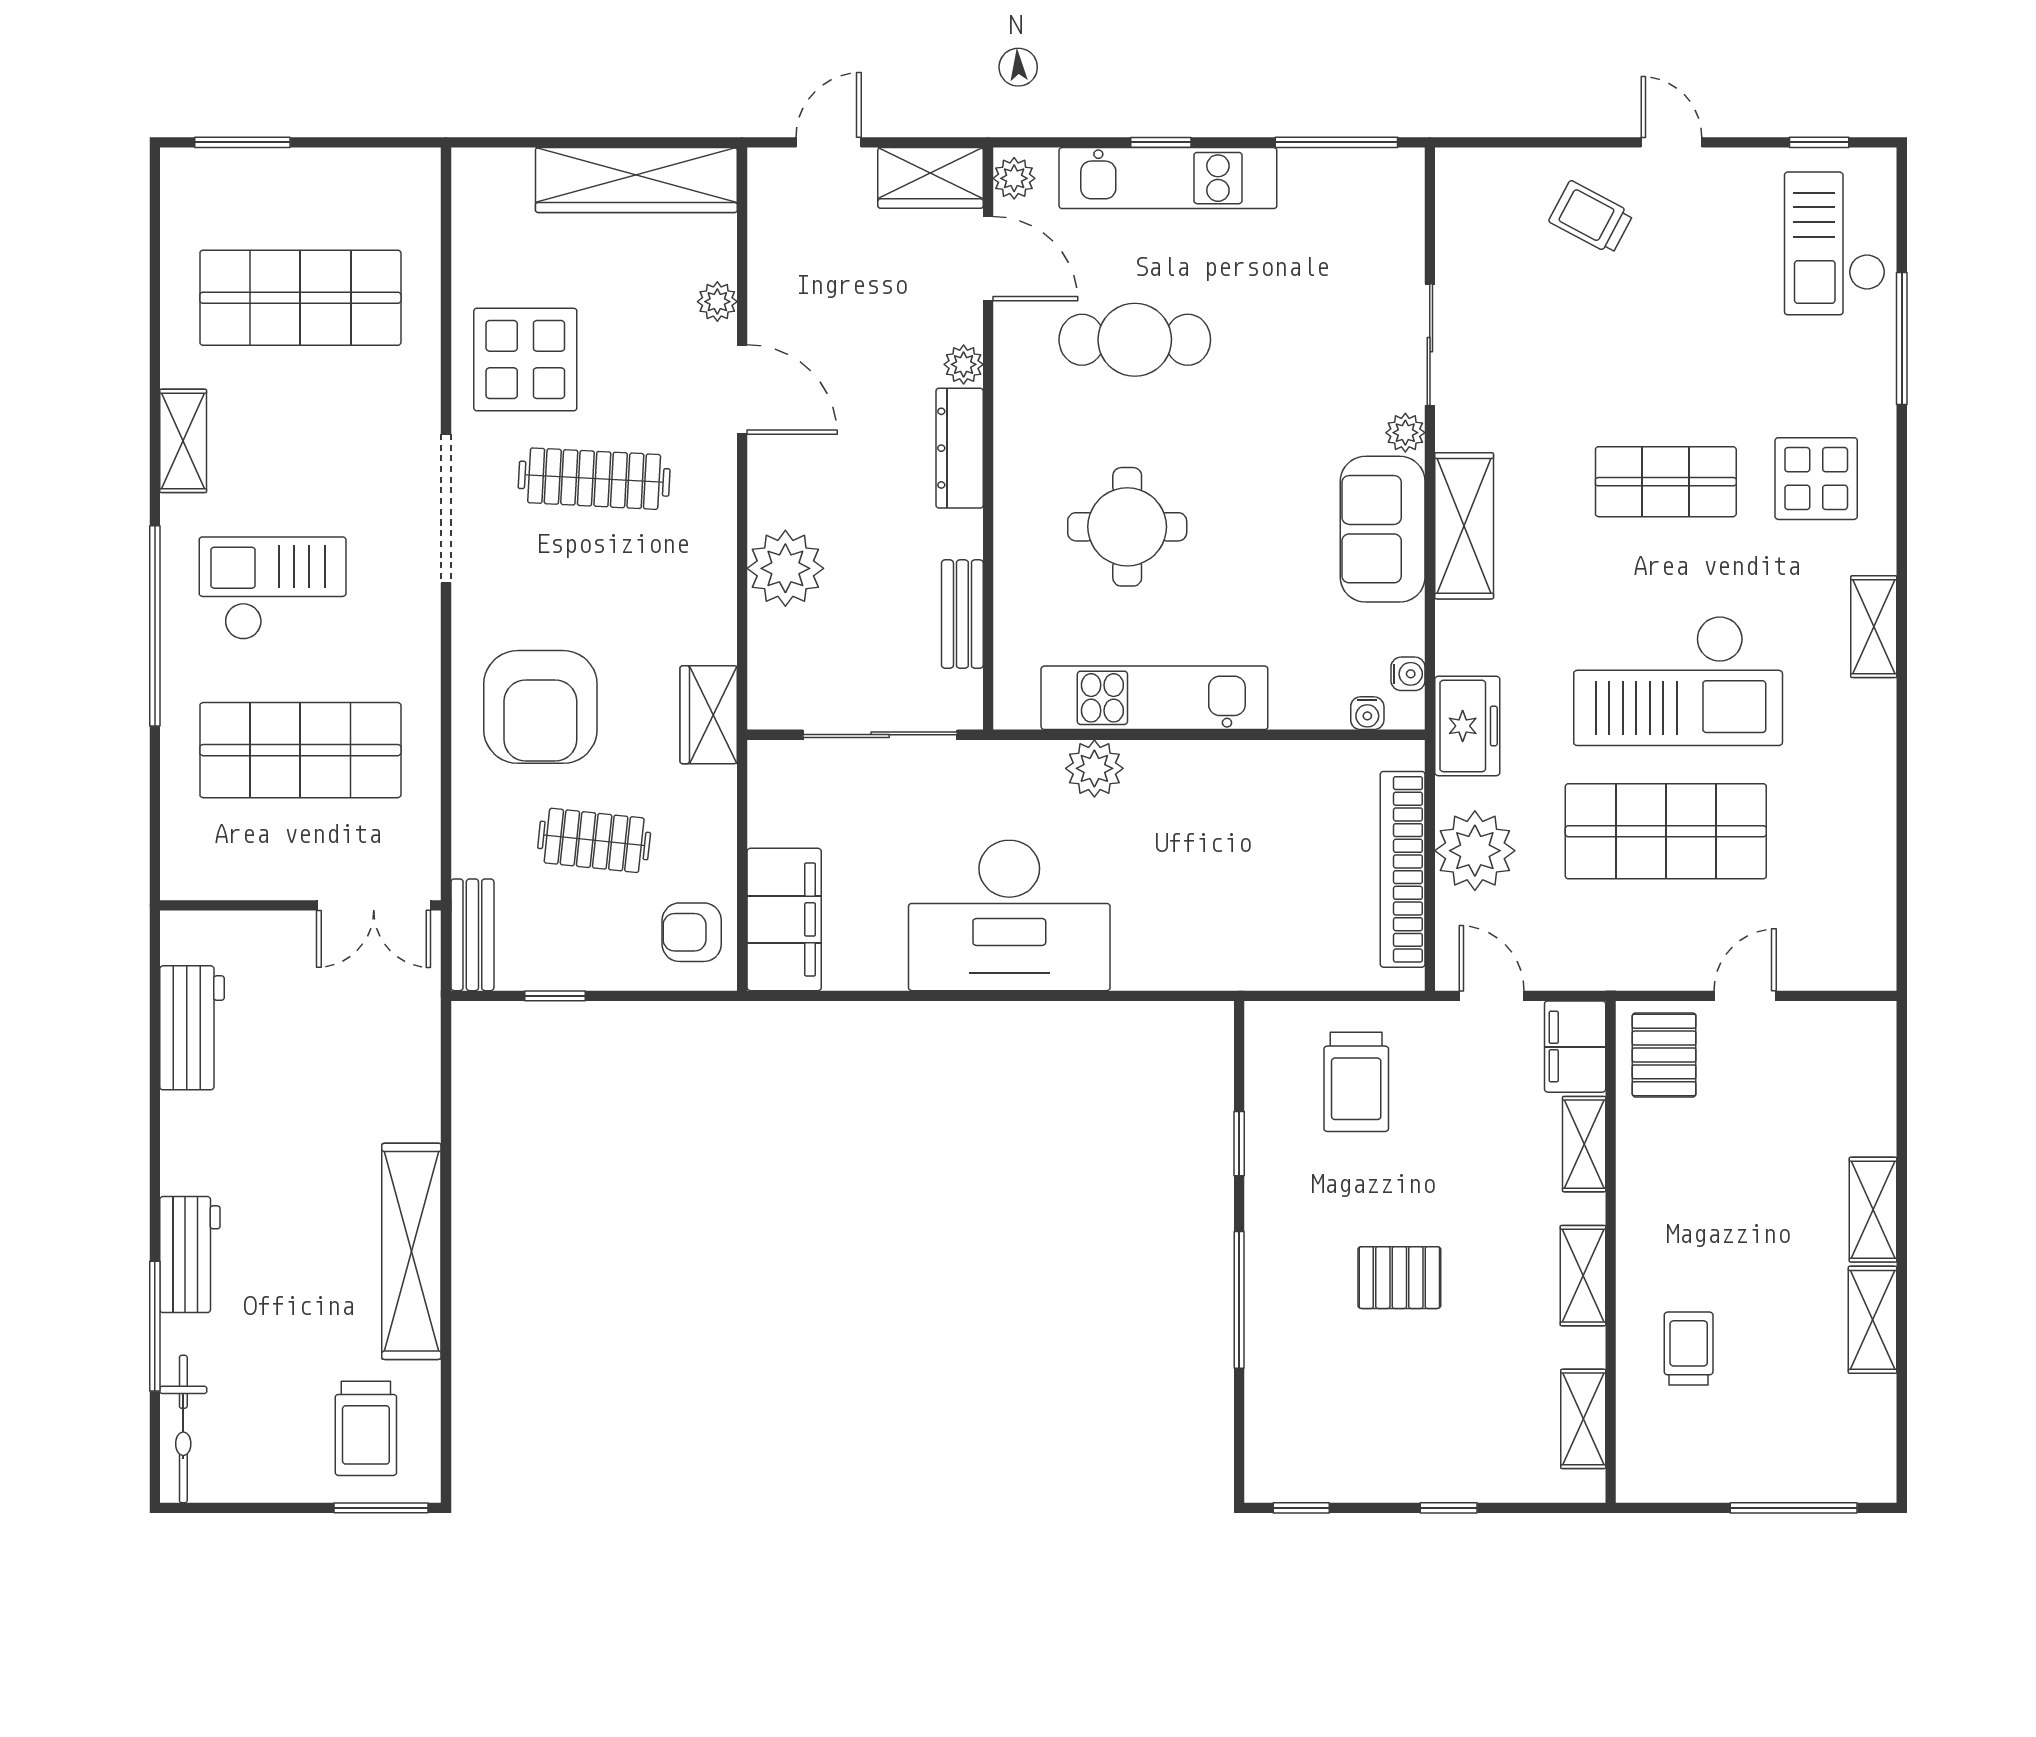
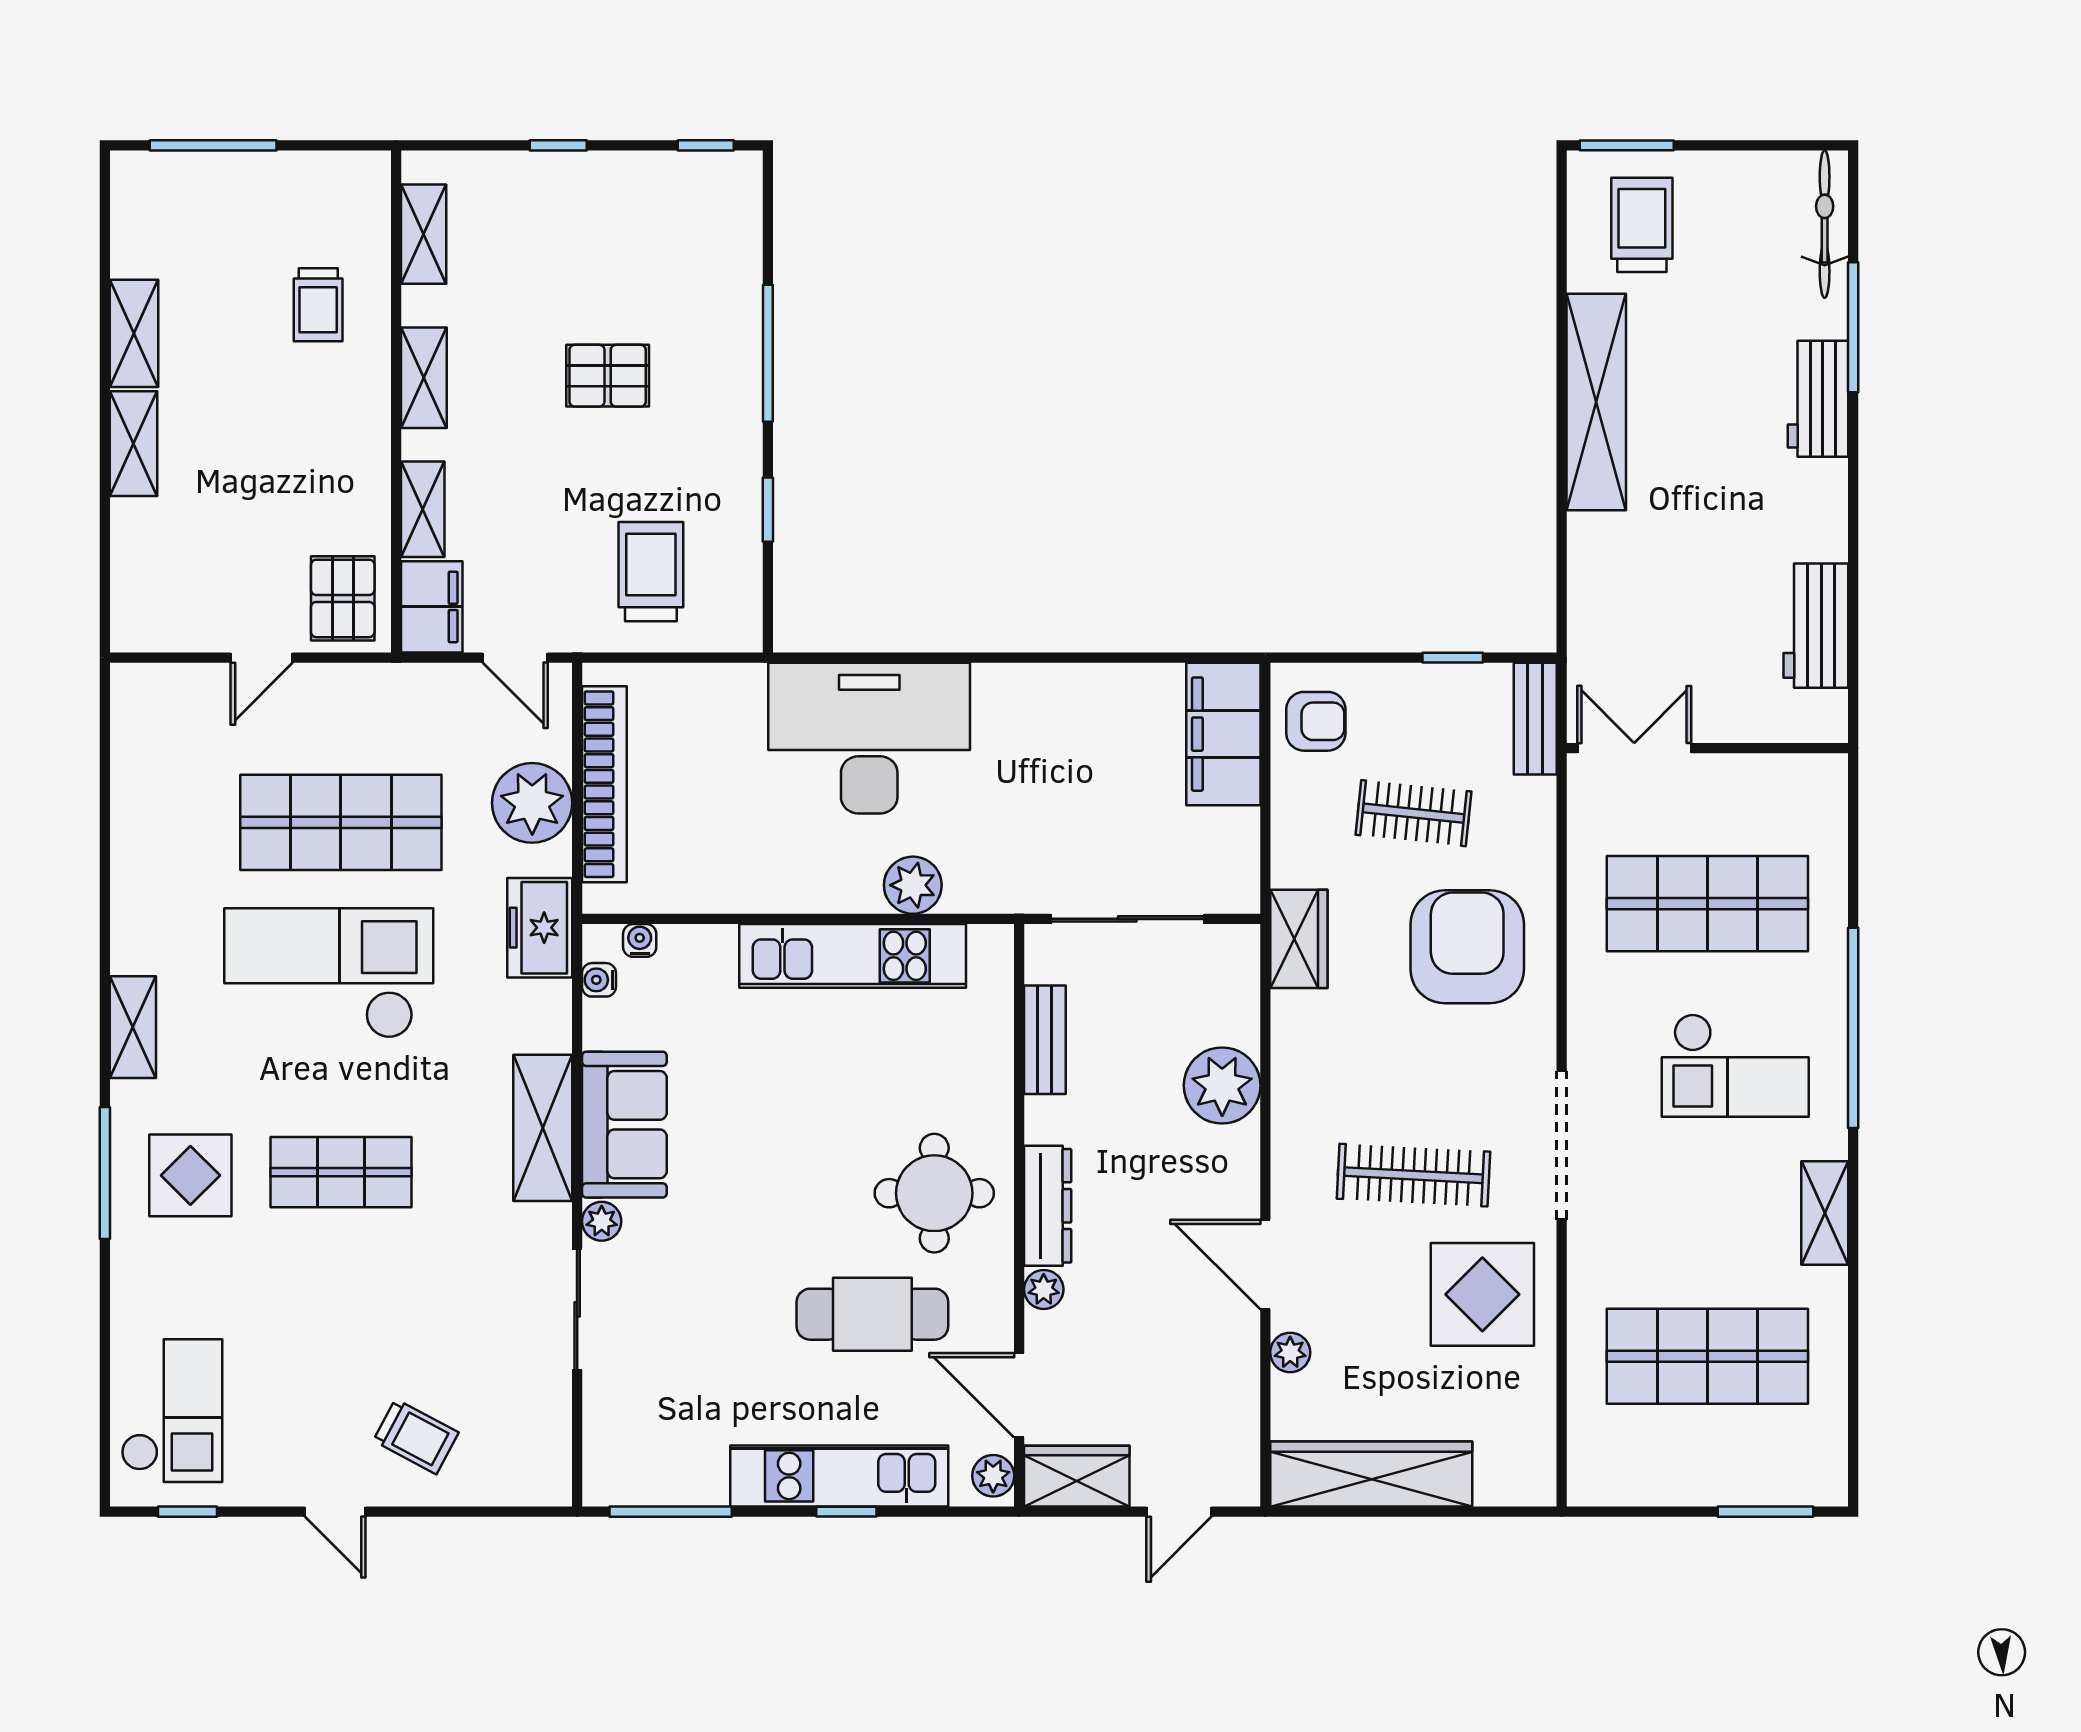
window: (1902, 339) -> (105, 1173), moved
round table: (1127, 527) -> (934, 1193), moved
desk: (1009, 915) -> (869, 738), moved

